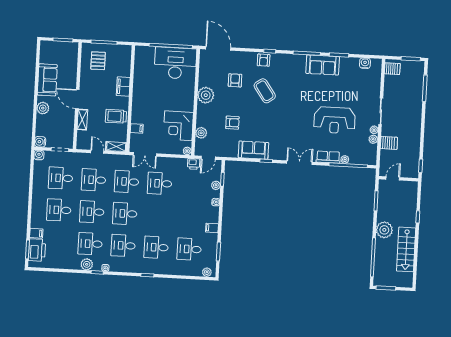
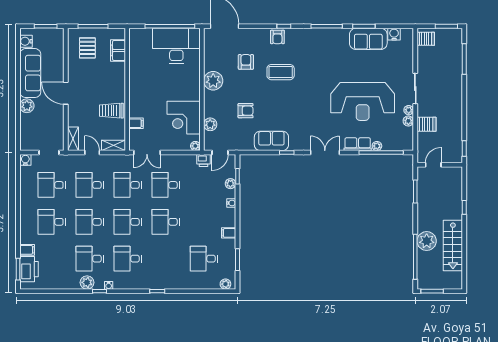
sofa: (323, 65) -> (368, 39), moved
sofa: (47, 80) -> (30, 73), width x1.36
filing cabinet: (123, 87) -> (118, 50), moved
coffee table: (265, 91) -> (281, 72), turned -55
shelving: (82, 120) -> (73, 139), moved
reception desk: (334, 120) -> (363, 101), width x1.36, depth x1.30
water cooler: (40, 142) -> (26, 41), moved
plant: (384, 230) -> (427, 241), moved
desk: (156, 247) -> (166, 222), moved

